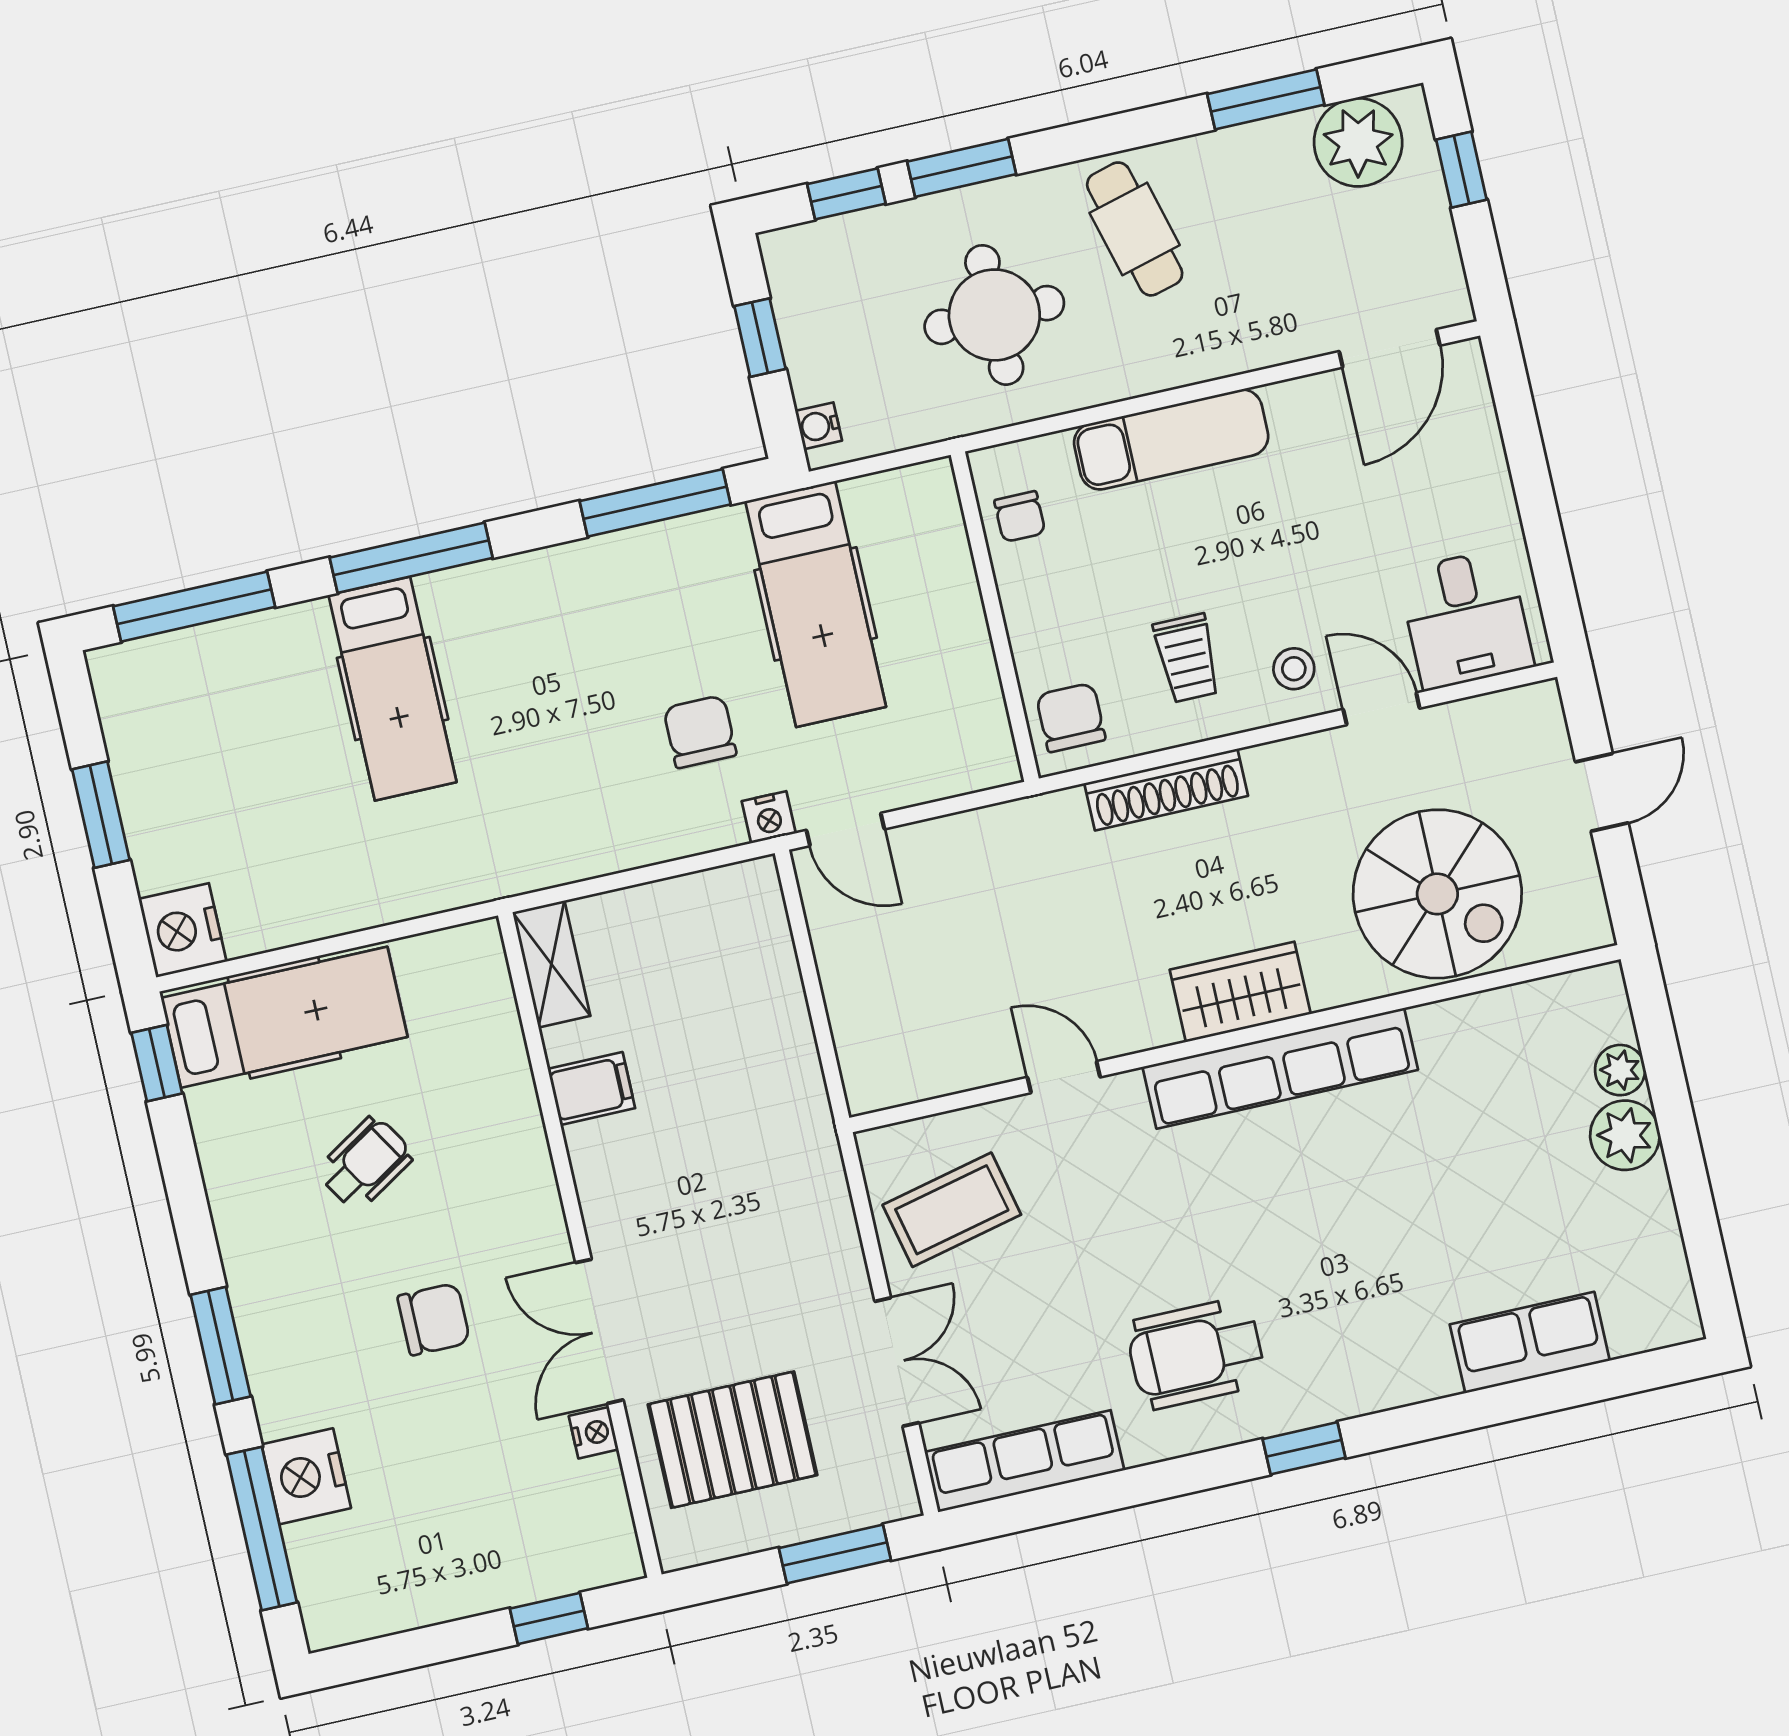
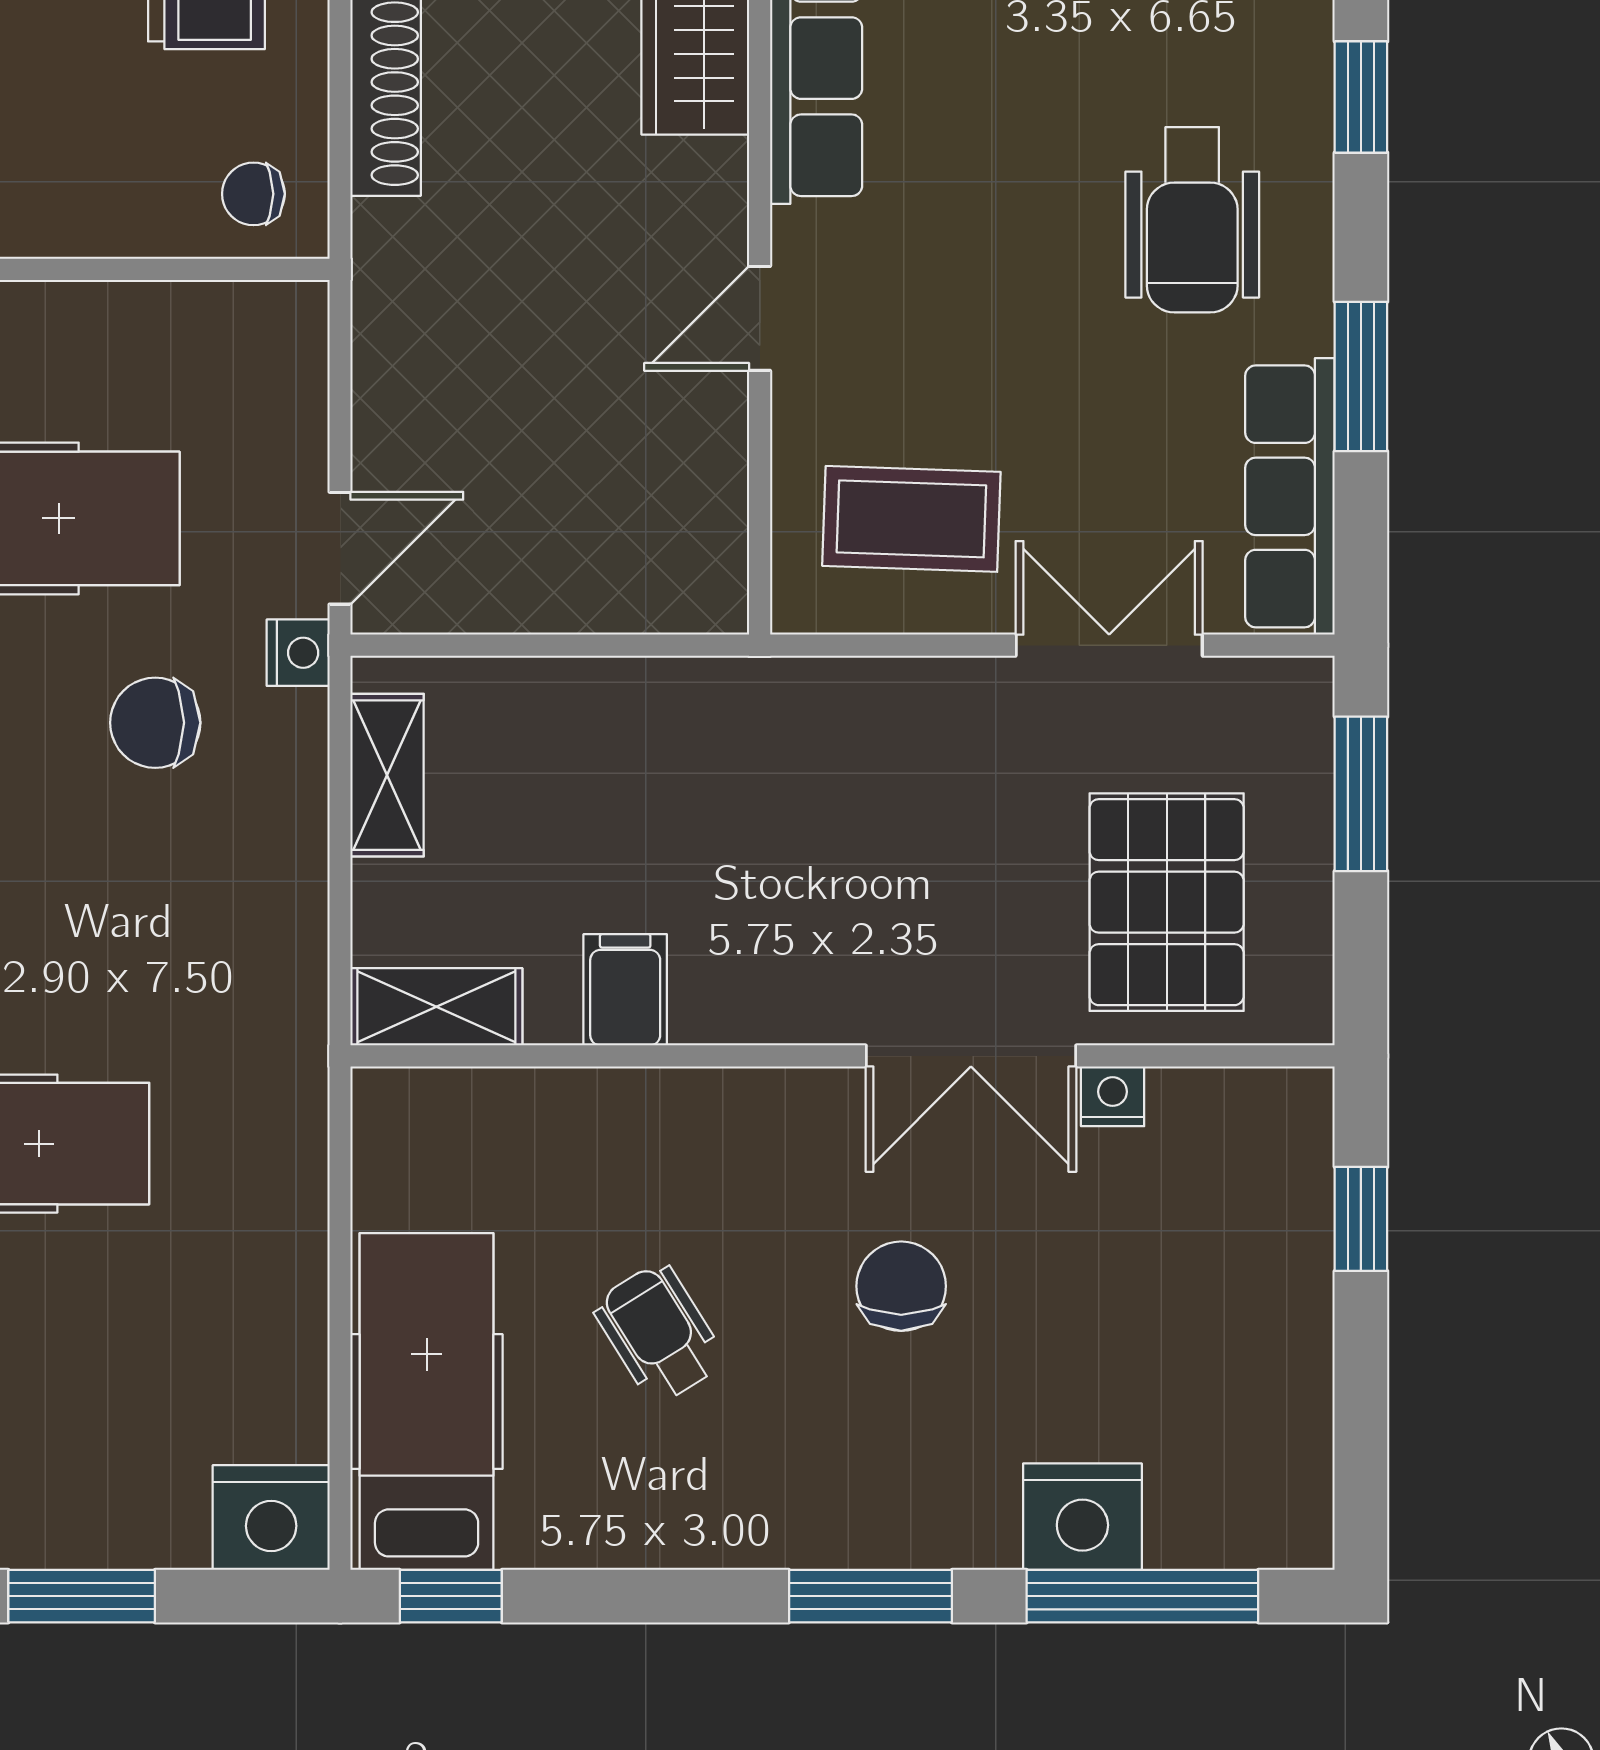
chair: (1071, 718) -> (253, 194), width x0.73, depth x0.73
shelving: (700, 896) -> (387, 775), added
coffee table: (952, 1210) -> (911, 519), turned -75
window: (1116, 1491) -> (1361, 377), added

